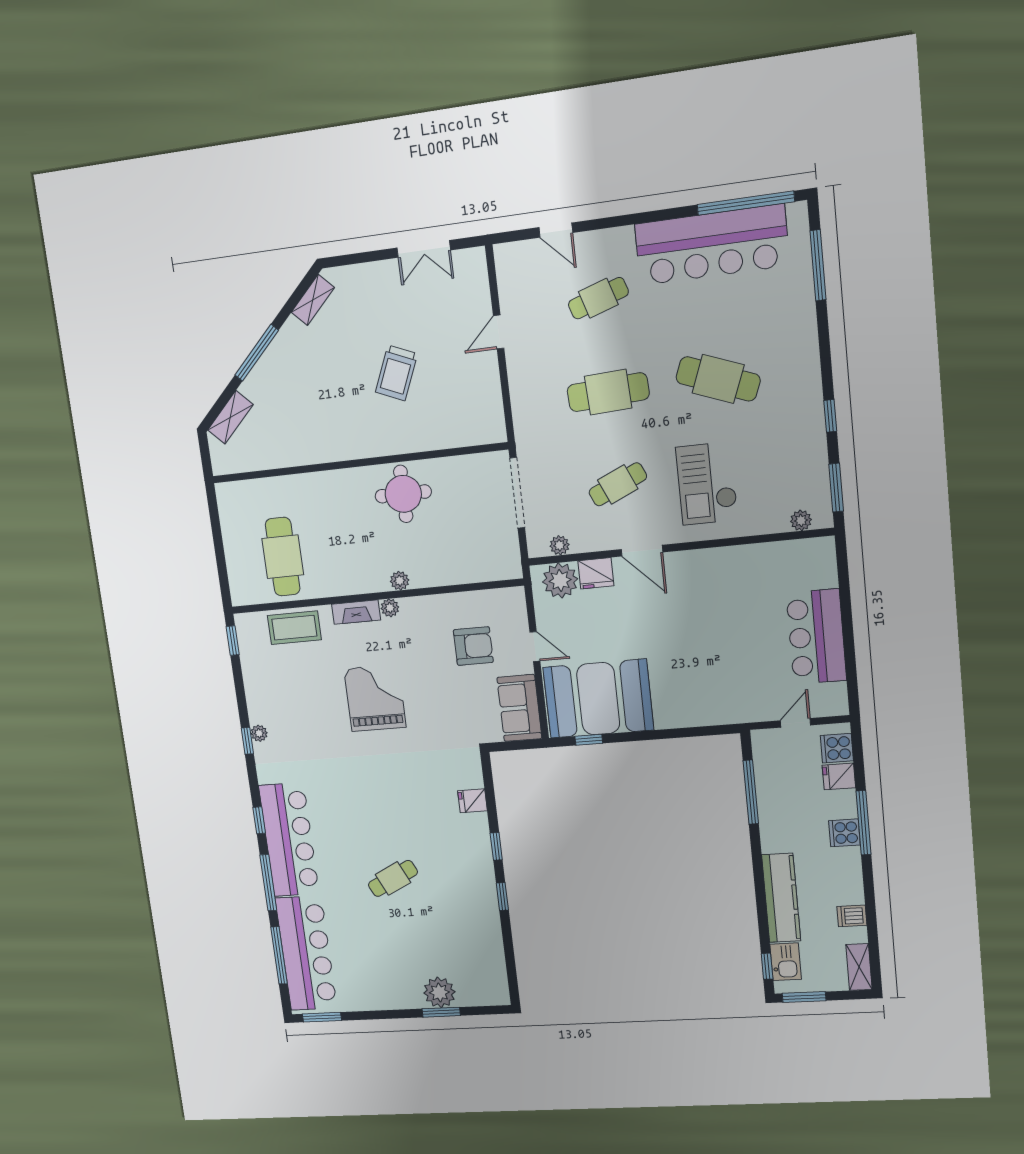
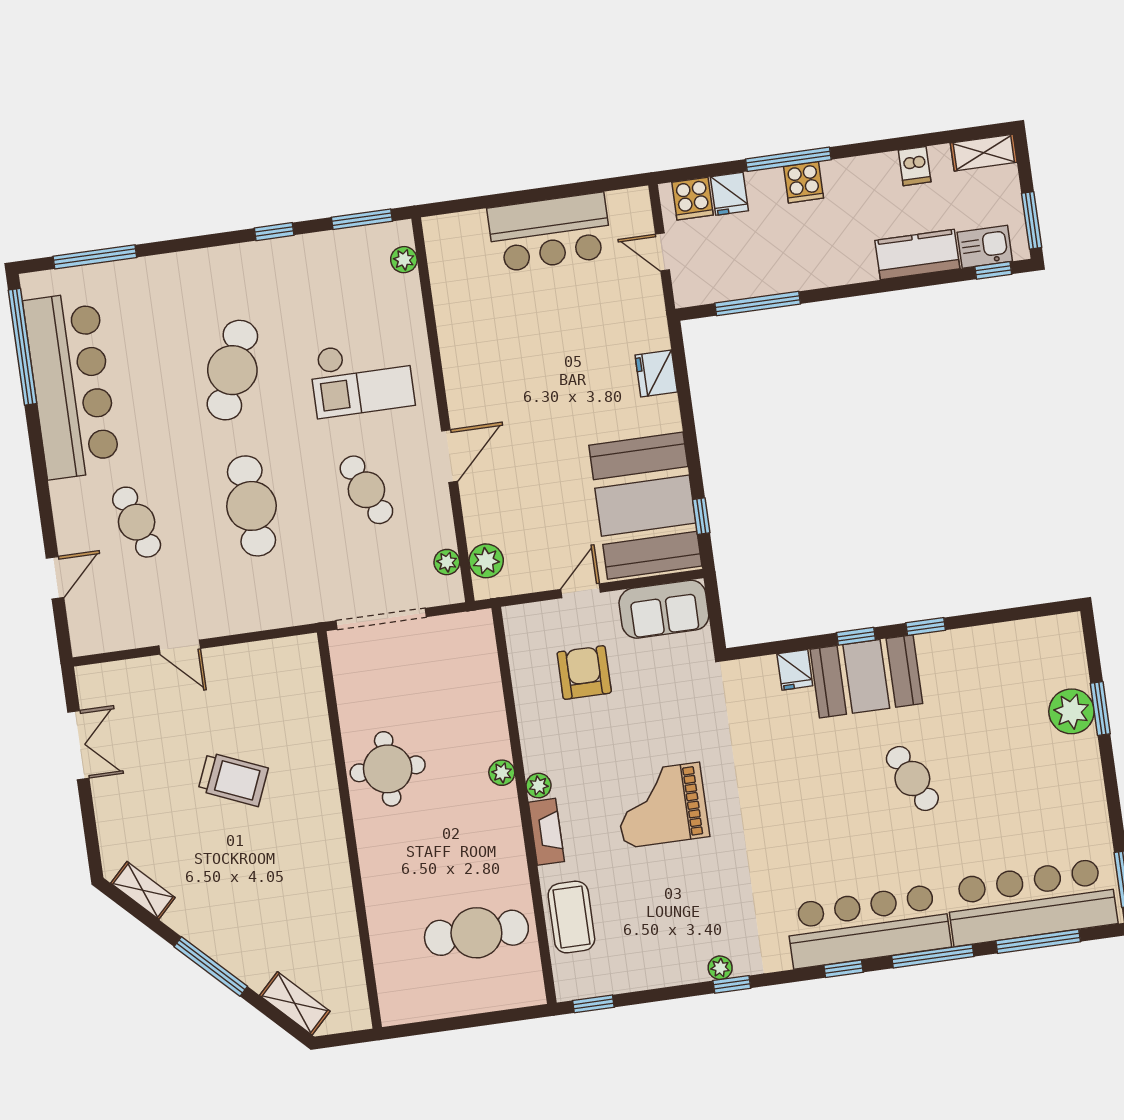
fridge: (596, 573) -> (656, 374), moved, turned 180
plant: (560, 580) -> (486, 561), width x0.73, depth x0.73
booth: (467, 852) -> (866, 676), added
kitchen counter: (781, 898) -> (917, 255), width x0.67

